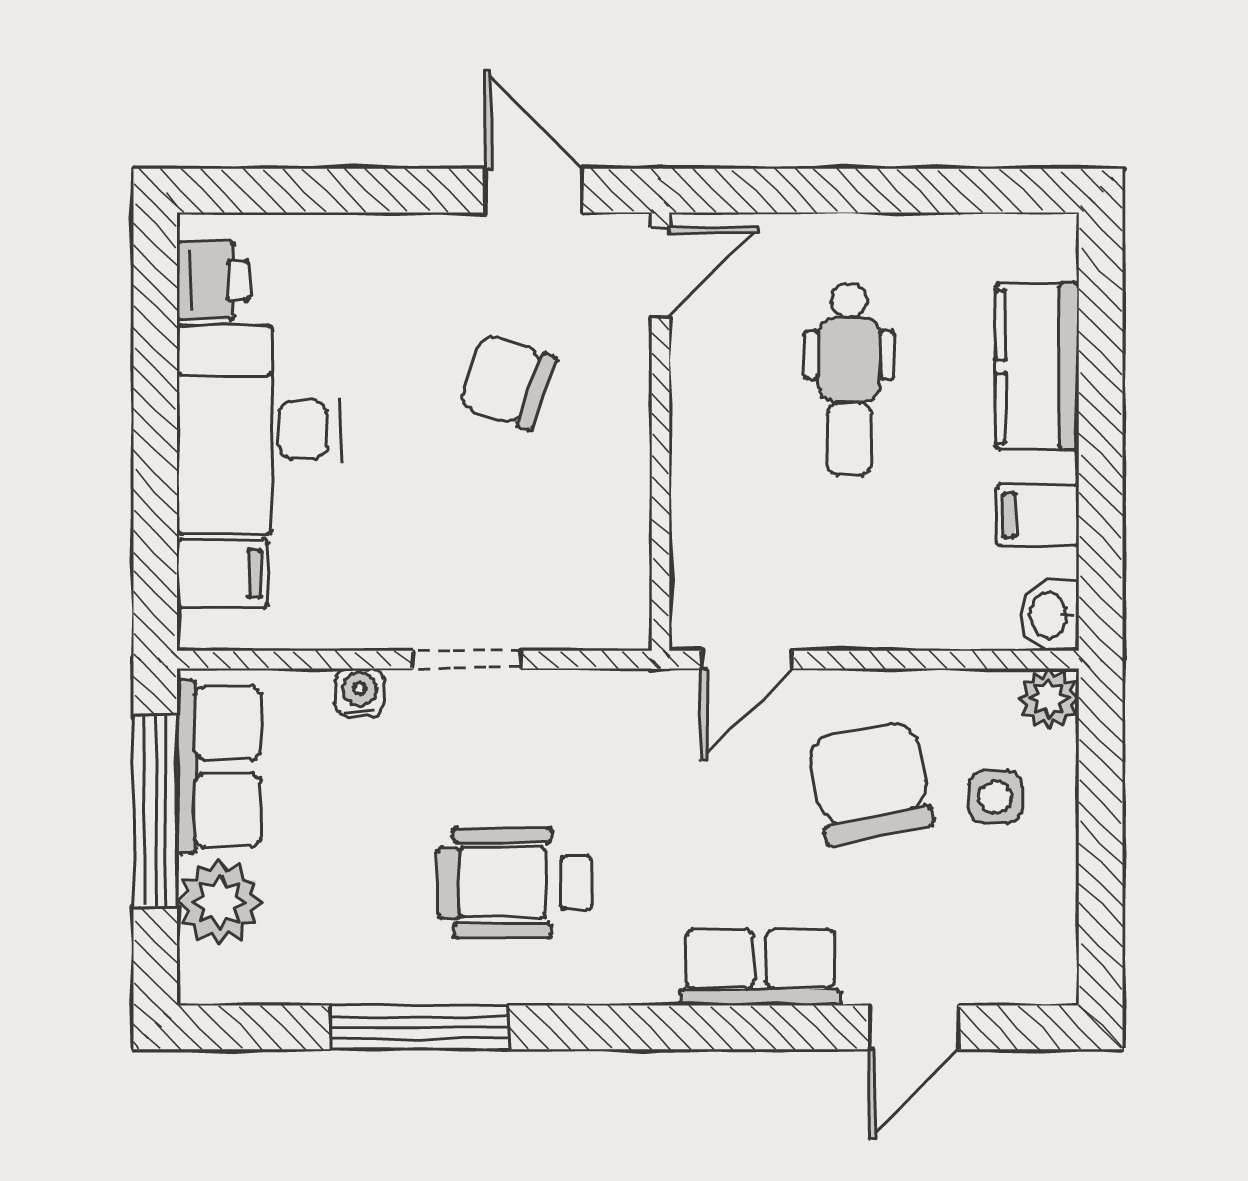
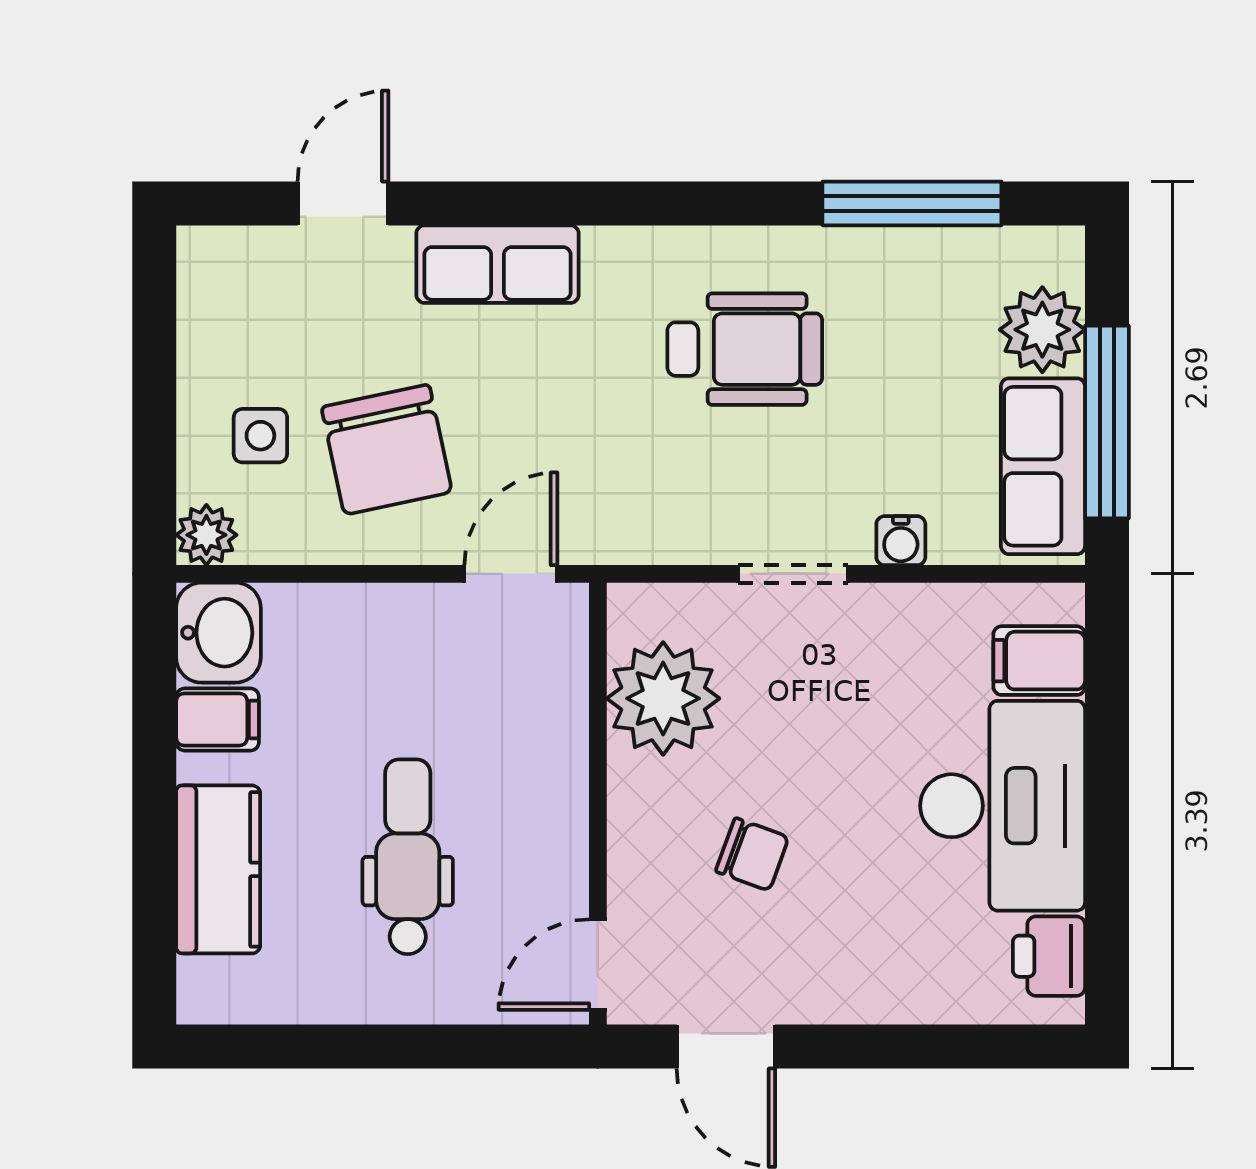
chair: (507, 381) -> (752, 854), width x0.73, depth x0.73
plant: (596, 536) -> (663, 698), added
washbasin: (1050, 615) -> (218, 633), width x1.38, depth x1.45
window: (420, 1027) -> (912, 203), moved

